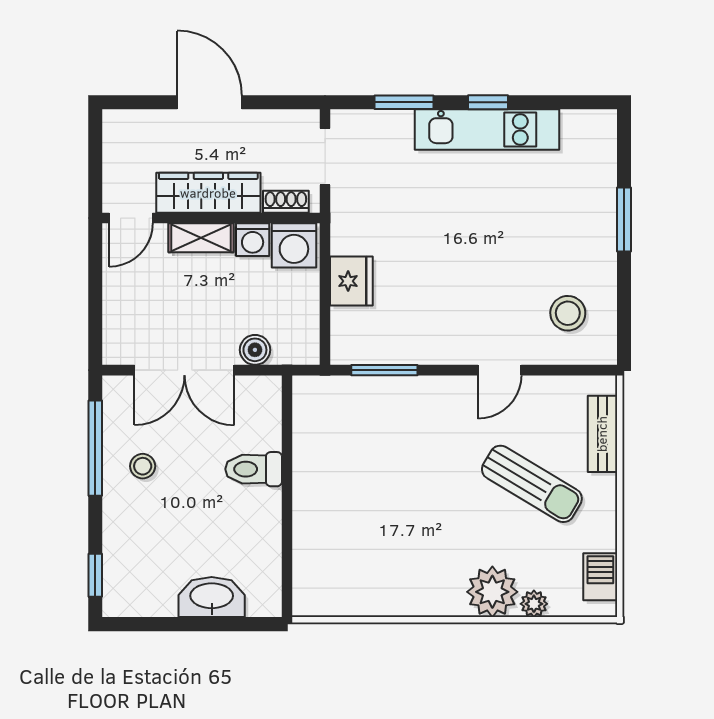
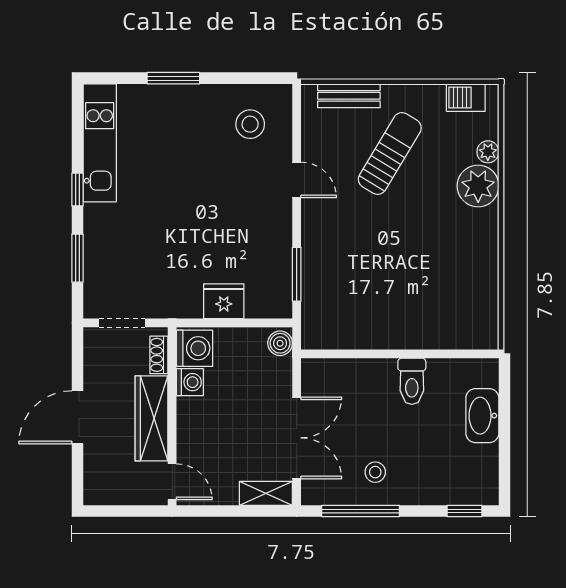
kitchen unit: (487, 129) -> (100, 143), moved
shelving: (201, 238) -> (266, 493), moved, turned 90
boiler: (255, 350) -> (280, 343), moved
toilet: (254, 469) -> (412, 381), moved

